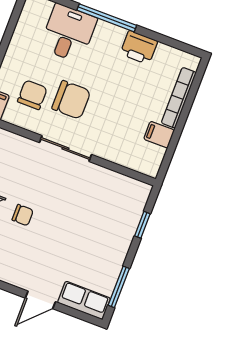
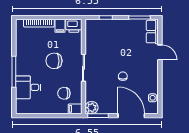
printer: (139, 47) -> (74, 26), moved, turned 90
chair: (71, 100) -> (54, 61), moved, turned -90

